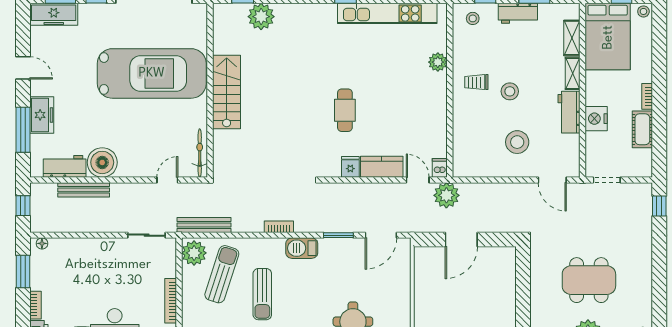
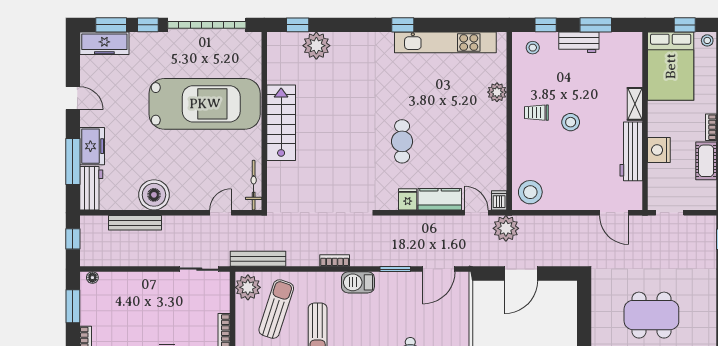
shelving: (572, 38) -> (634, 68), removed
workbench: (569, 112) -> (631, 151), width x1.37
stool: (517, 142) -> (530, 192), moved
workbench: (65, 166) -> (91, 188), moved, turned 90

